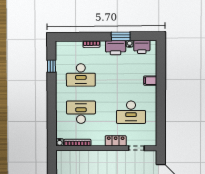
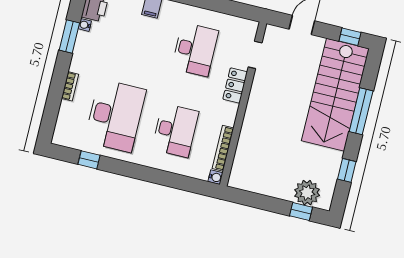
printer: (116, 48) -> (85, 49), removed
desk: (81, 75) -> (115, 116), width x1.36, depth x1.30
desk: (81, 112) -> (175, 130), turned 180

